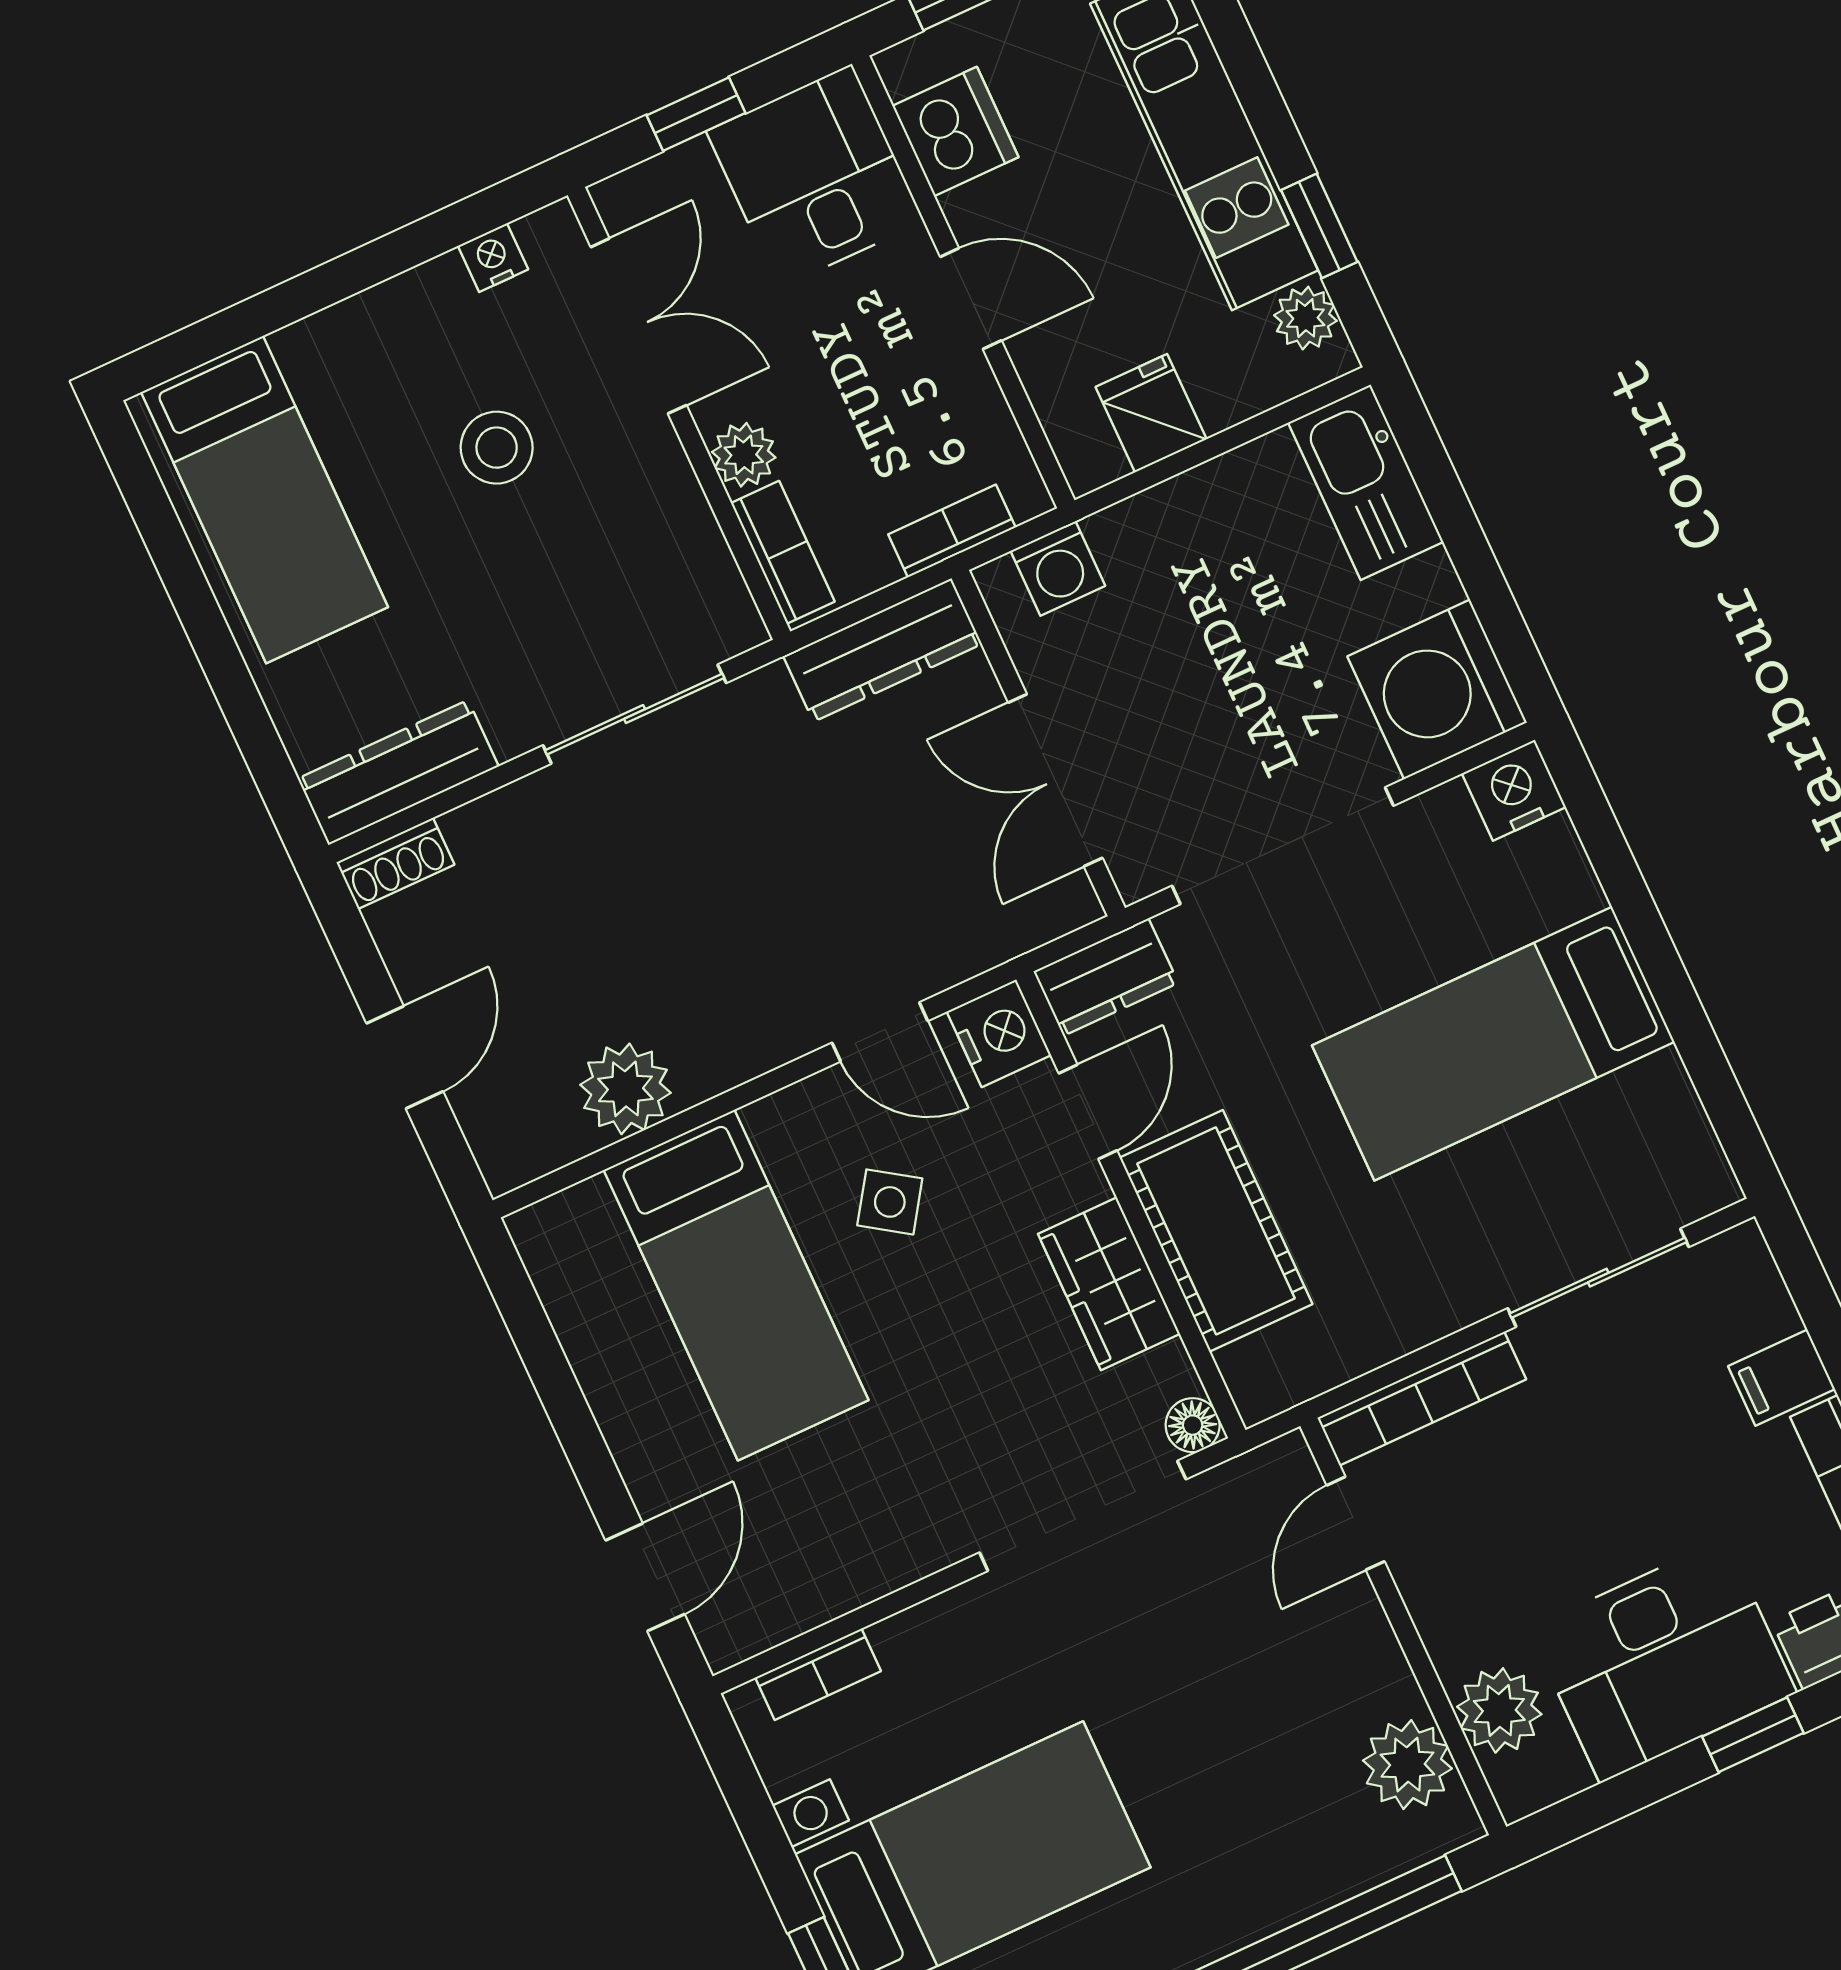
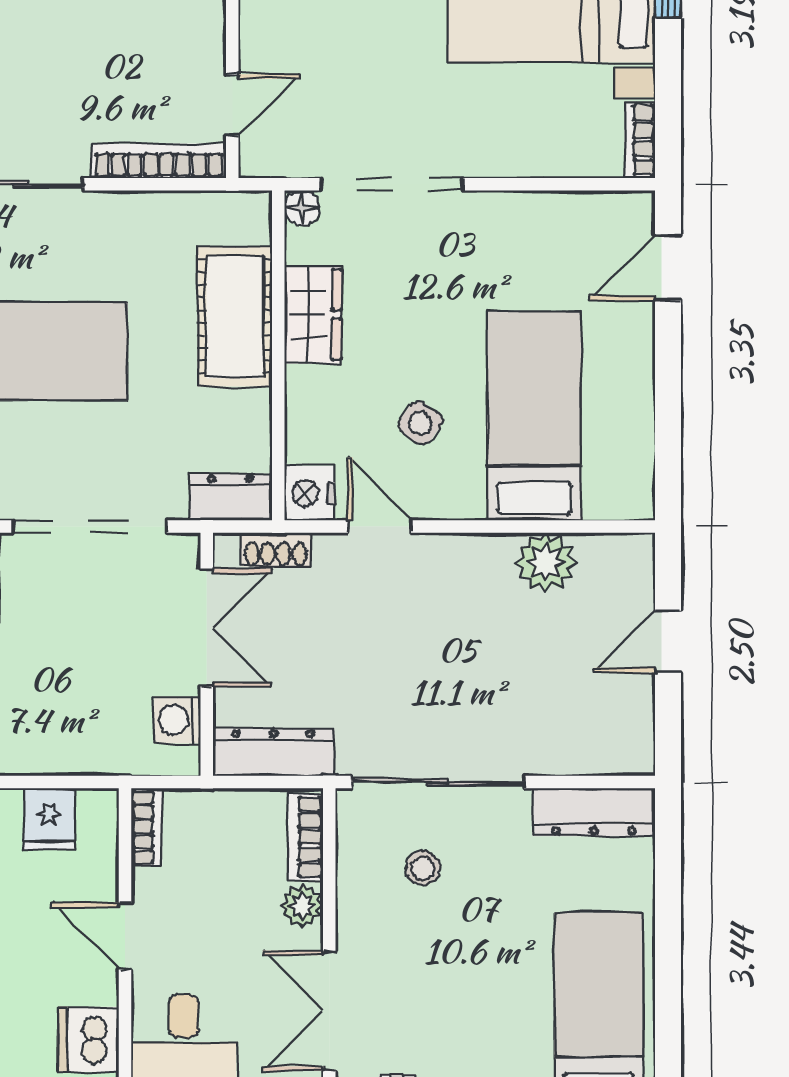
stool: (497, 448) -> (423, 868), moved, width x0.73, depth x0.73
bookcase: (952, 531) -> (147, 827), moved, turned -90
washing machine: (1058, 568) -> (177, 720), moved, turned -90
sliding door: (635, 714) -> (438, 782), width x1.37
shoe rack: (395, 863) -> (276, 550), moved, turned 180
door: (1088, 1112) -> (278, 422), removed
bookcase: (818, 1674) -> (640, 140), moved, turned -90

